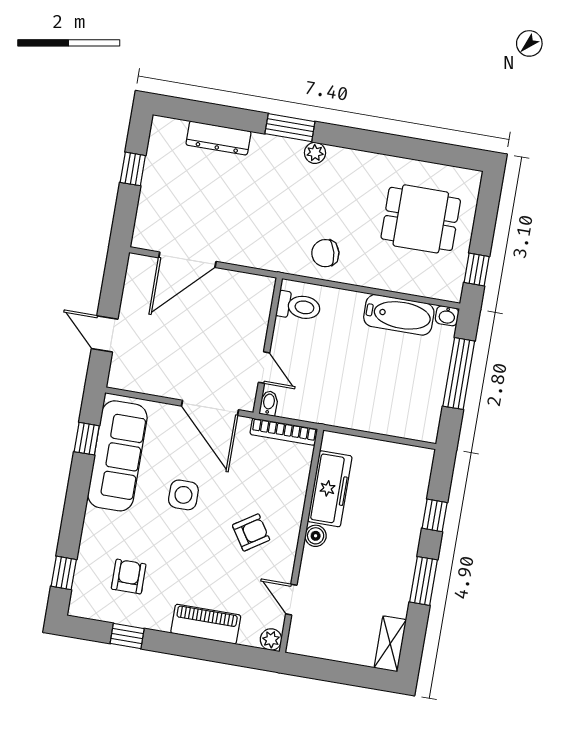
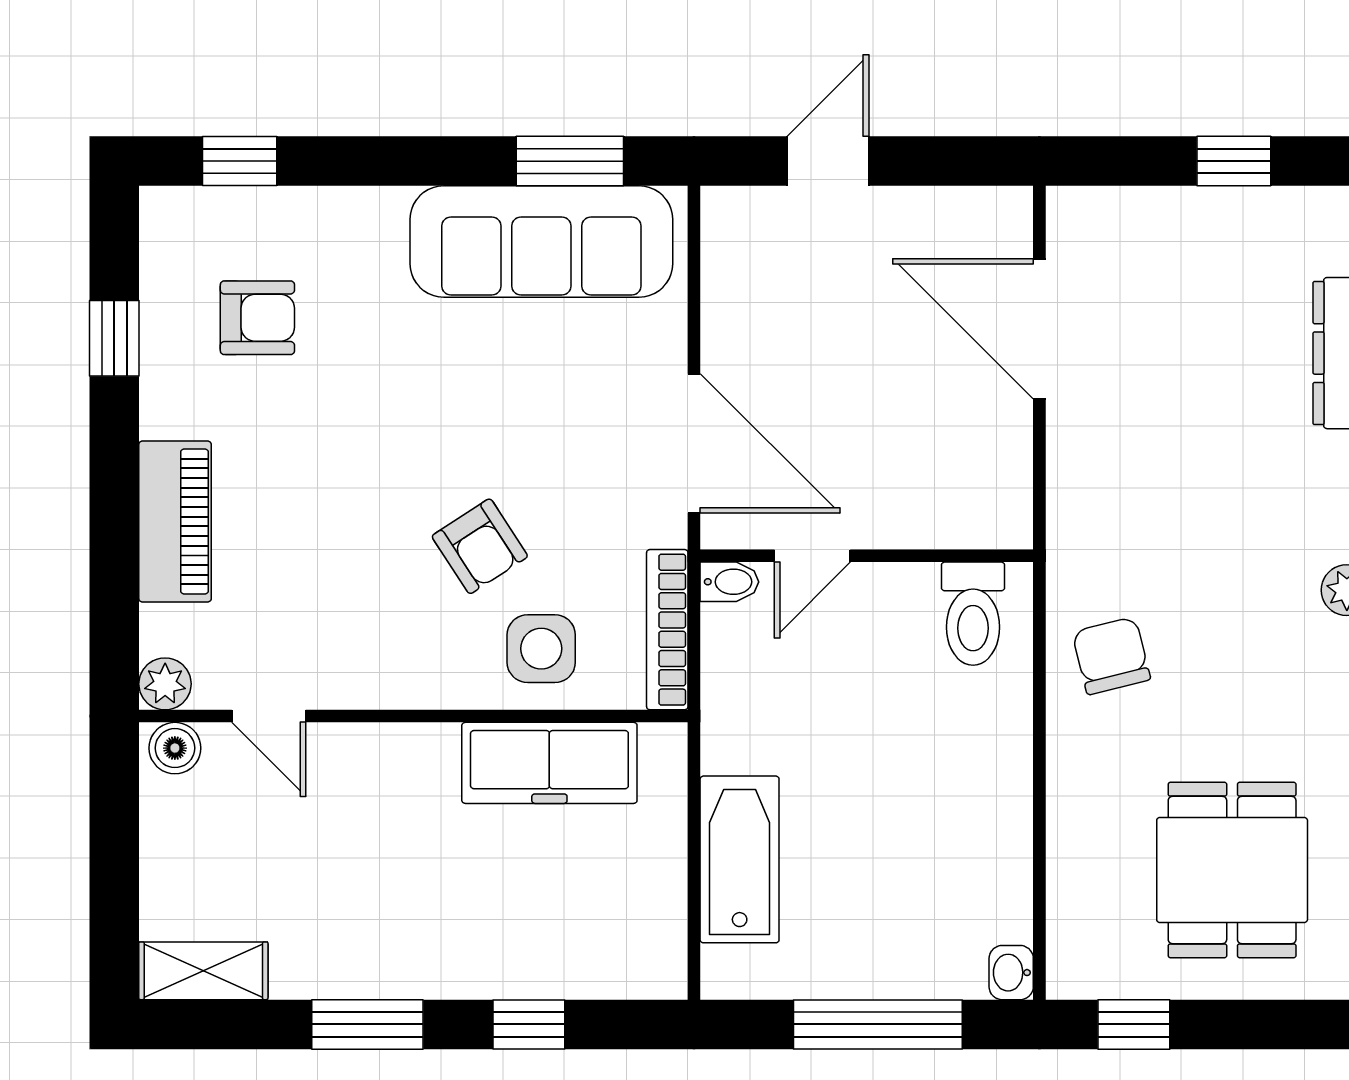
bathtub: (399, 315) -> (740, 859), moved, turned 180
door: (210, 408) -> (694, 443), swing flipped
window: (87, 439) -> (570, 161), width x1.50
side table: (183, 495) -> (541, 649), moved
armchair: (251, 532) -> (480, 546), moved
boiler: (316, 536) -> (175, 748), moved
door: (291, 600) -> (269, 716), swing flipped

